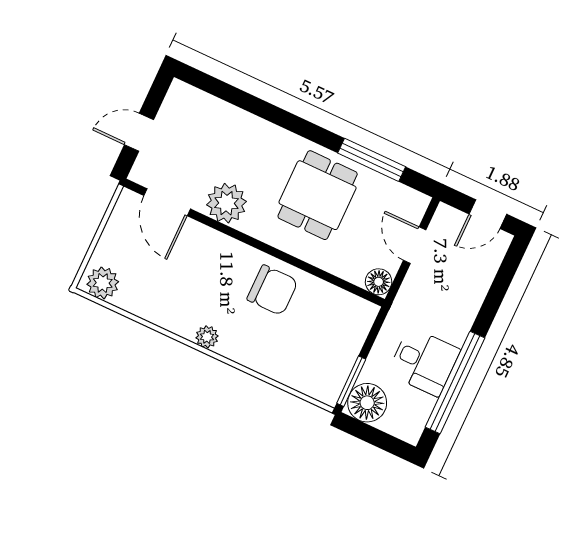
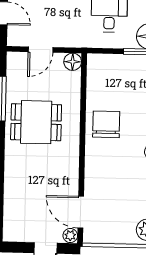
door: (167, 202) -> (81, 212), swing flipped
plant: (226, 203) -> (70, 236), moved, width x0.53, depth x0.53

